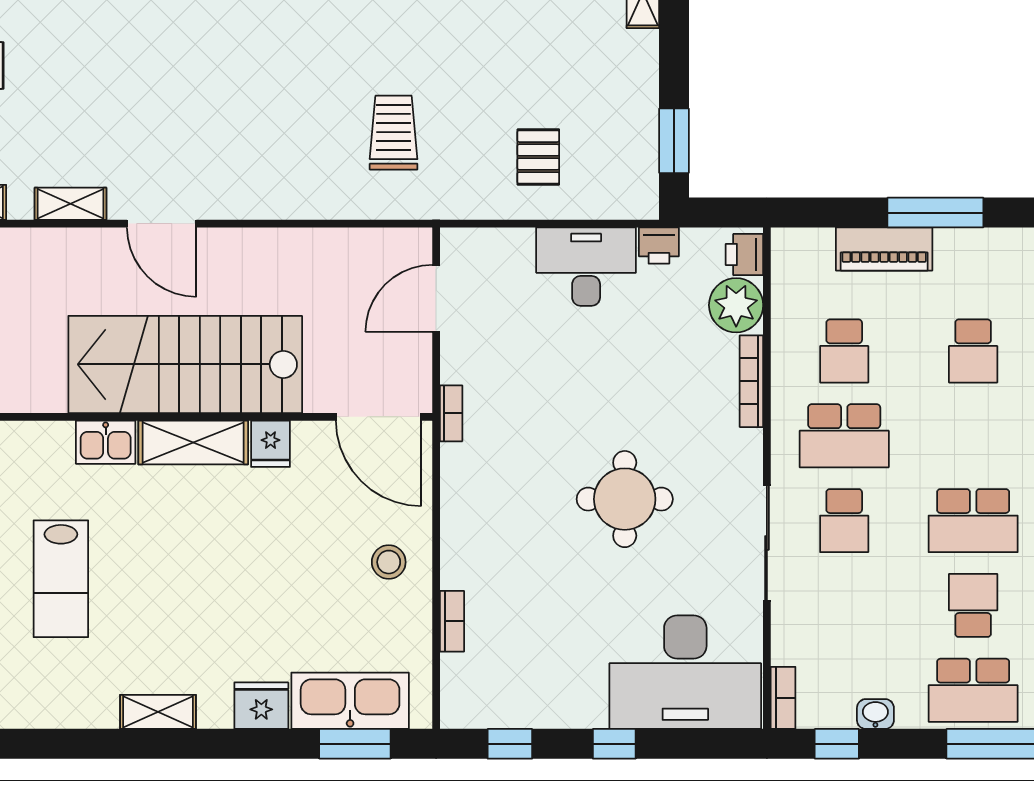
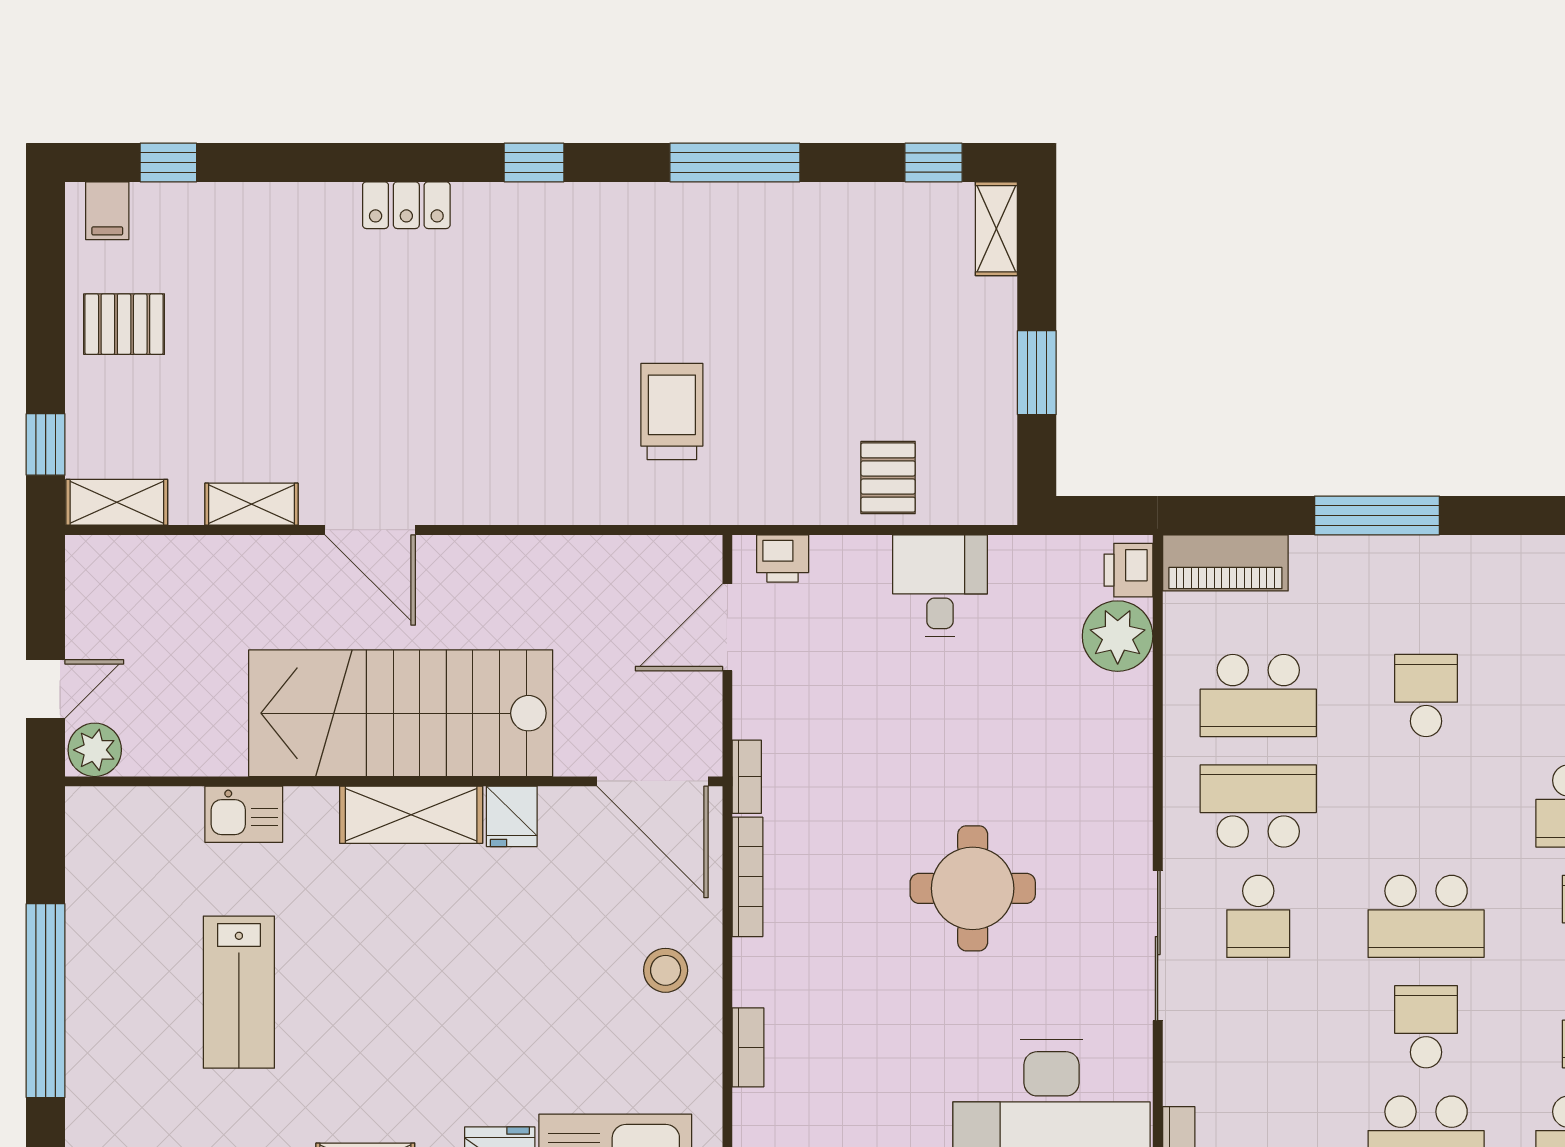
window: (674, 141) -> (1037, 373), moved
pallet: (538, 157) -> (888, 477), moved
printer: (659, 246) -> (783, 558), moved
piano: (884, 249) -> (1225, 563), moved
desk: (586, 267) -> (940, 586), width x0.73
school desk: (844, 351) -> (1258, 696), width x1.85
school desk: (973, 351) -> (1426, 696), turned 180
bookcase: (751, 381) -> (747, 877), moved, turned 180
school desk: (844, 436) -> (1258, 806), turned 180
kitchen sink: (106, 442) -> (244, 814), moved

